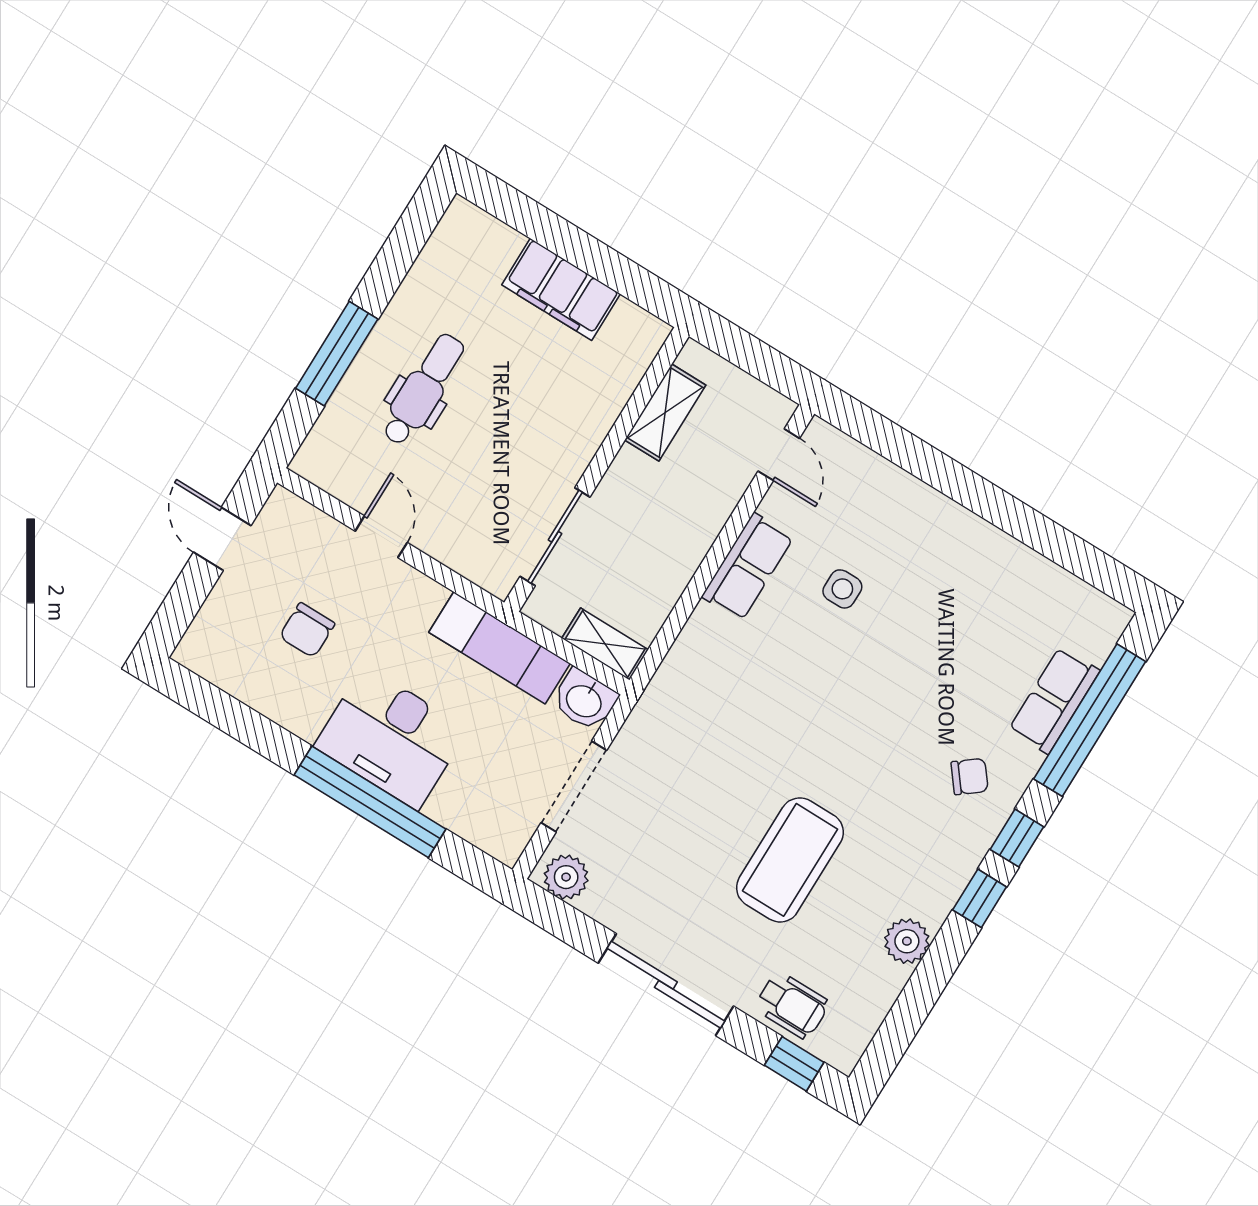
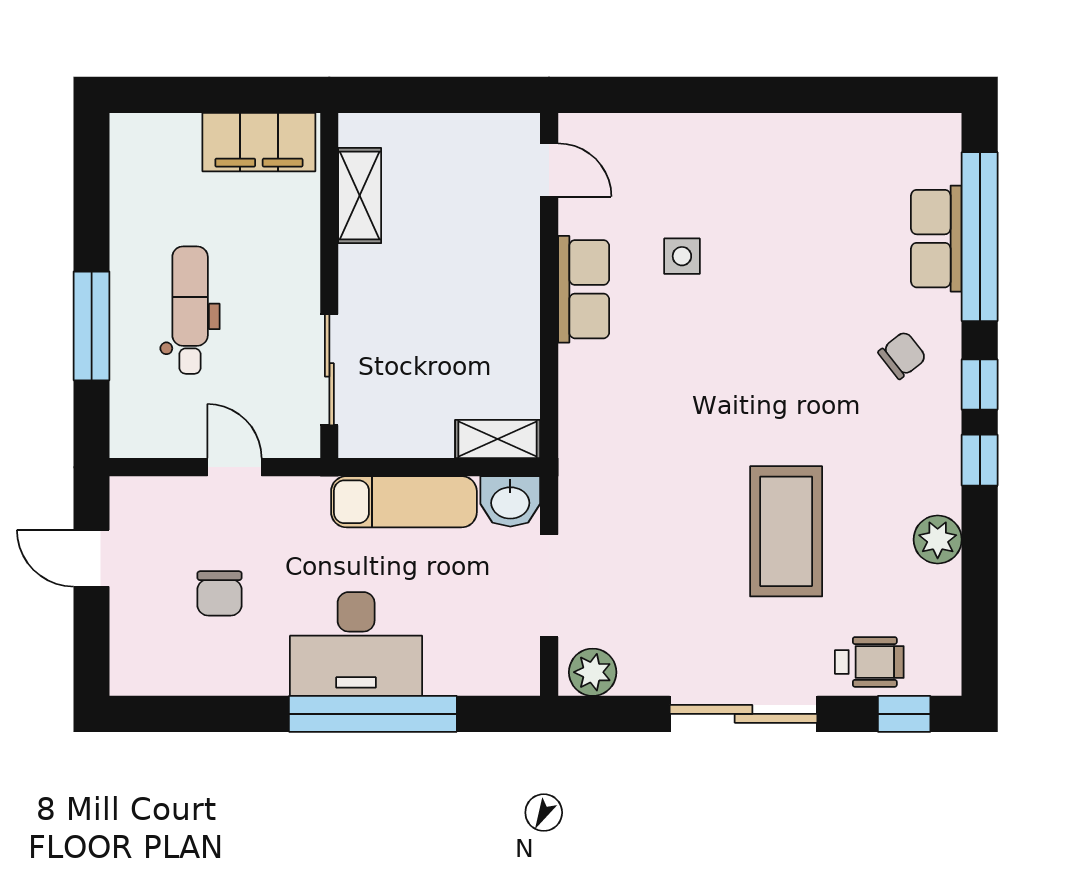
shelving: (665, 413) -> (360, 196), moved
wall: (597, 469) -> (329, 286), moved
sliding door: (555, 537) -> (329, 370), moved

